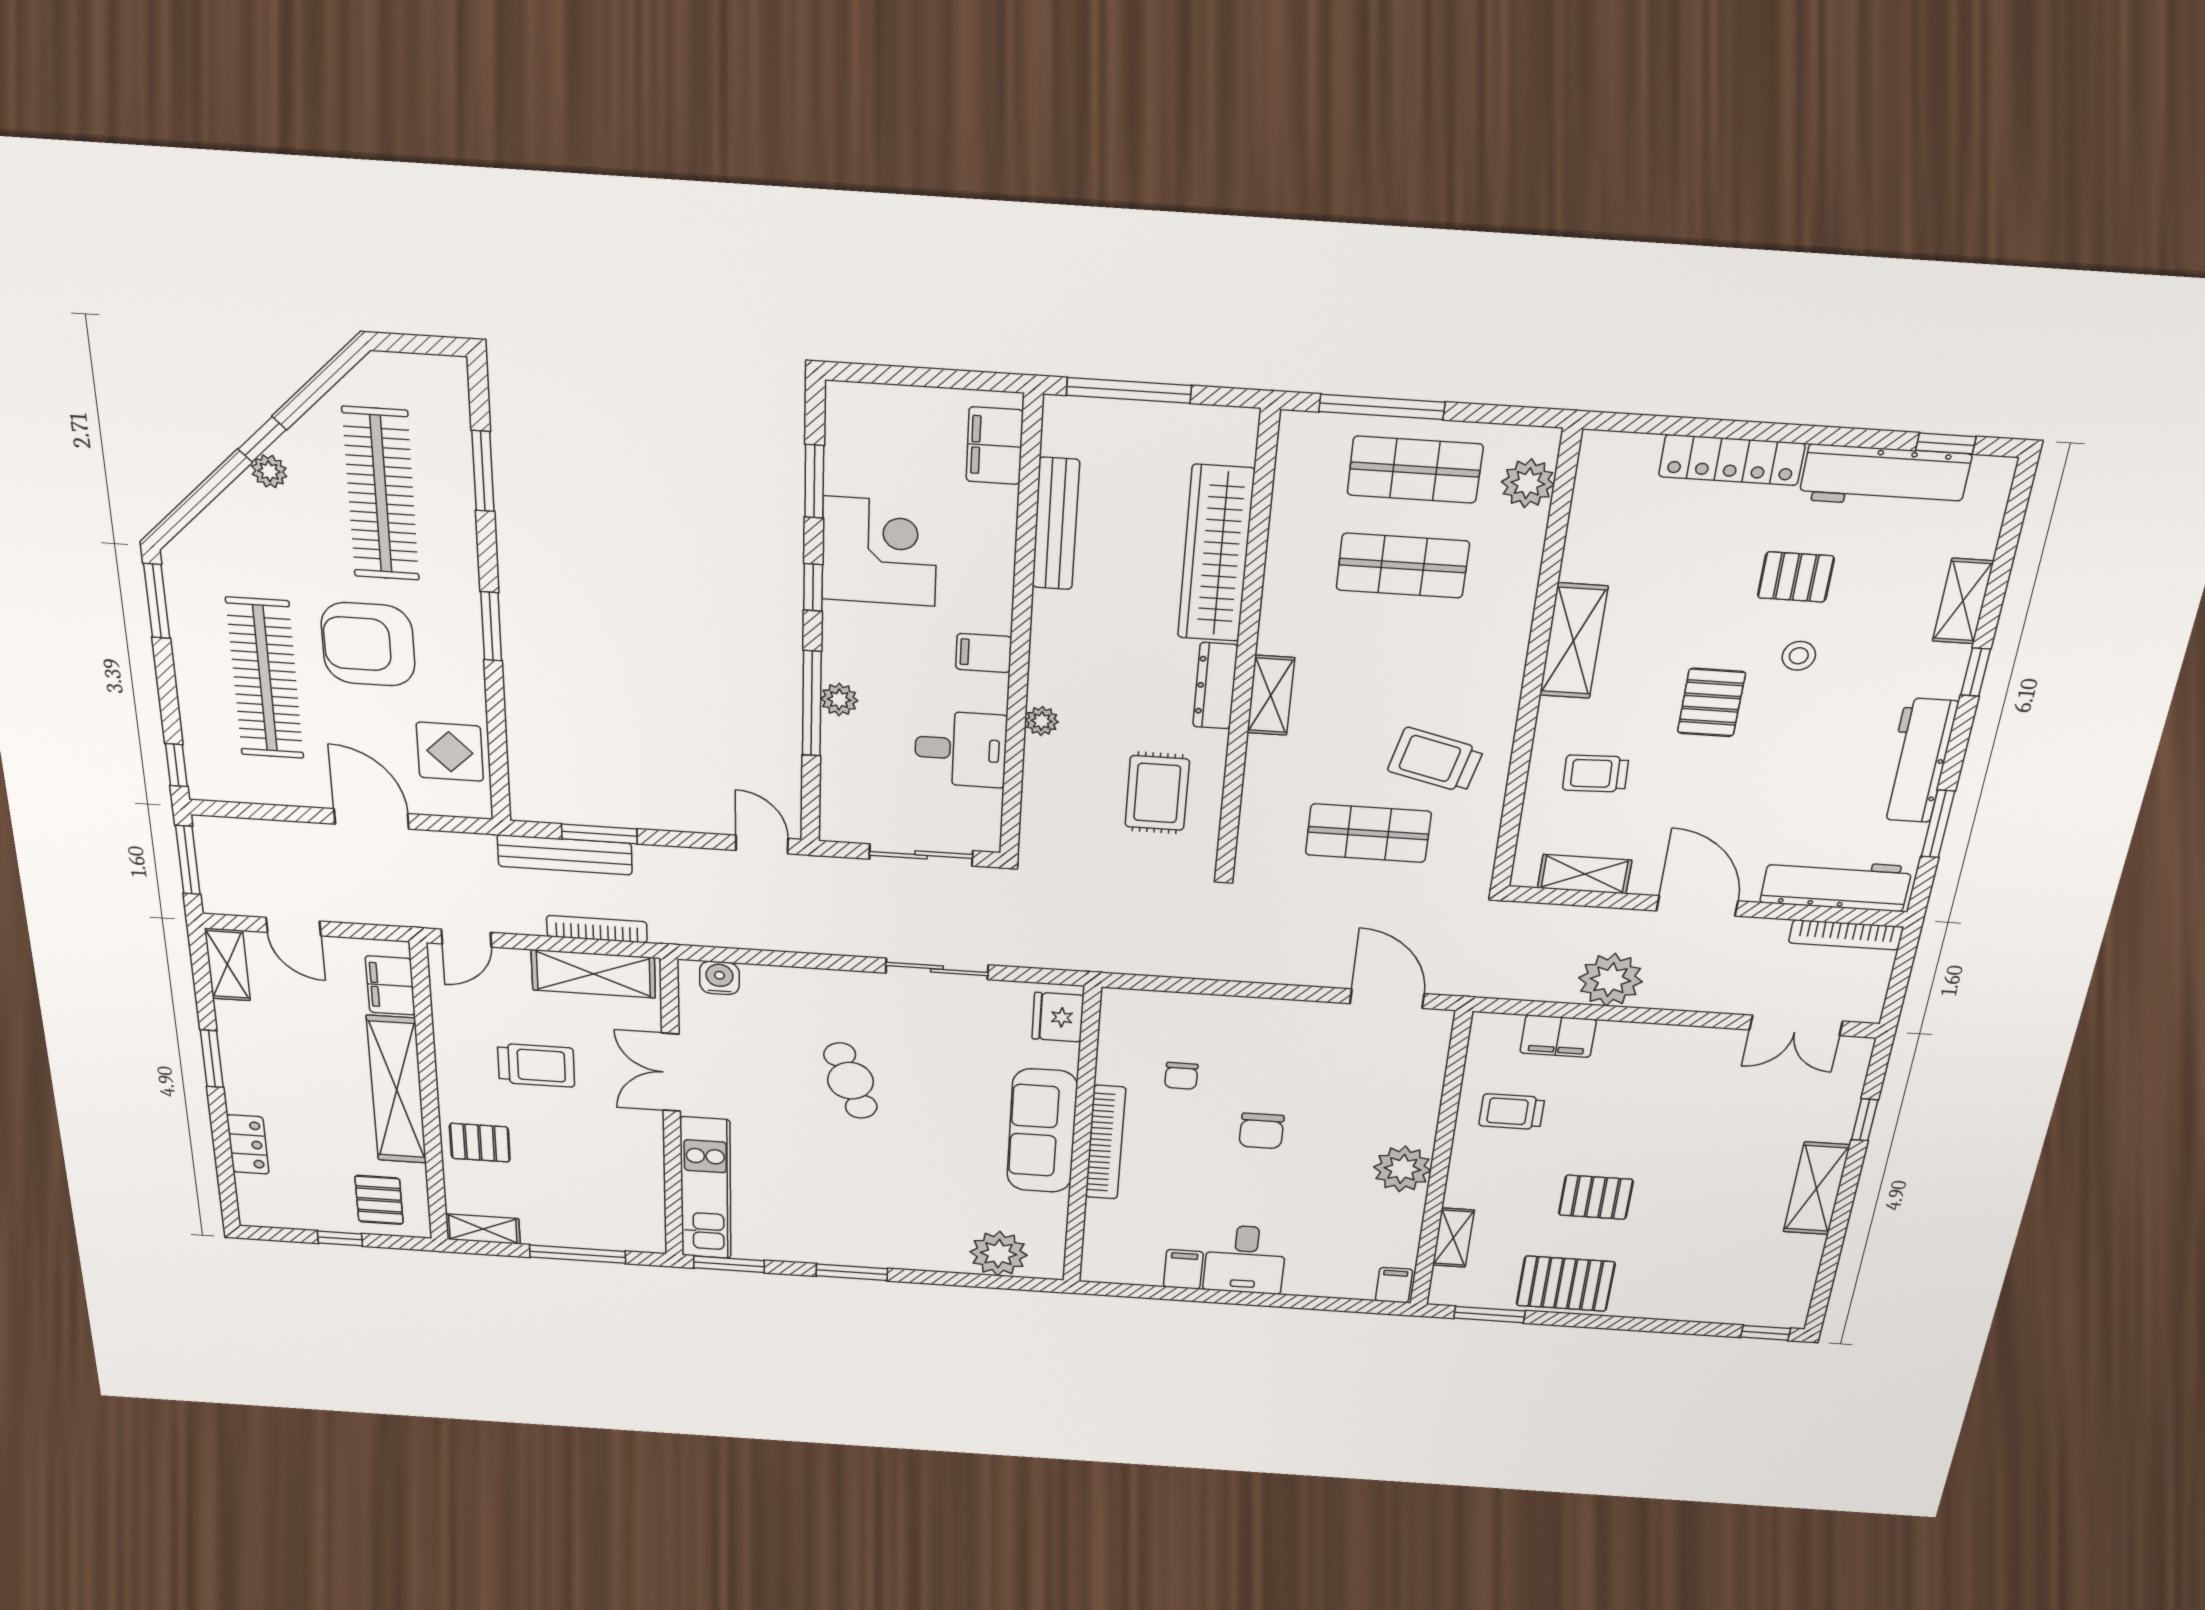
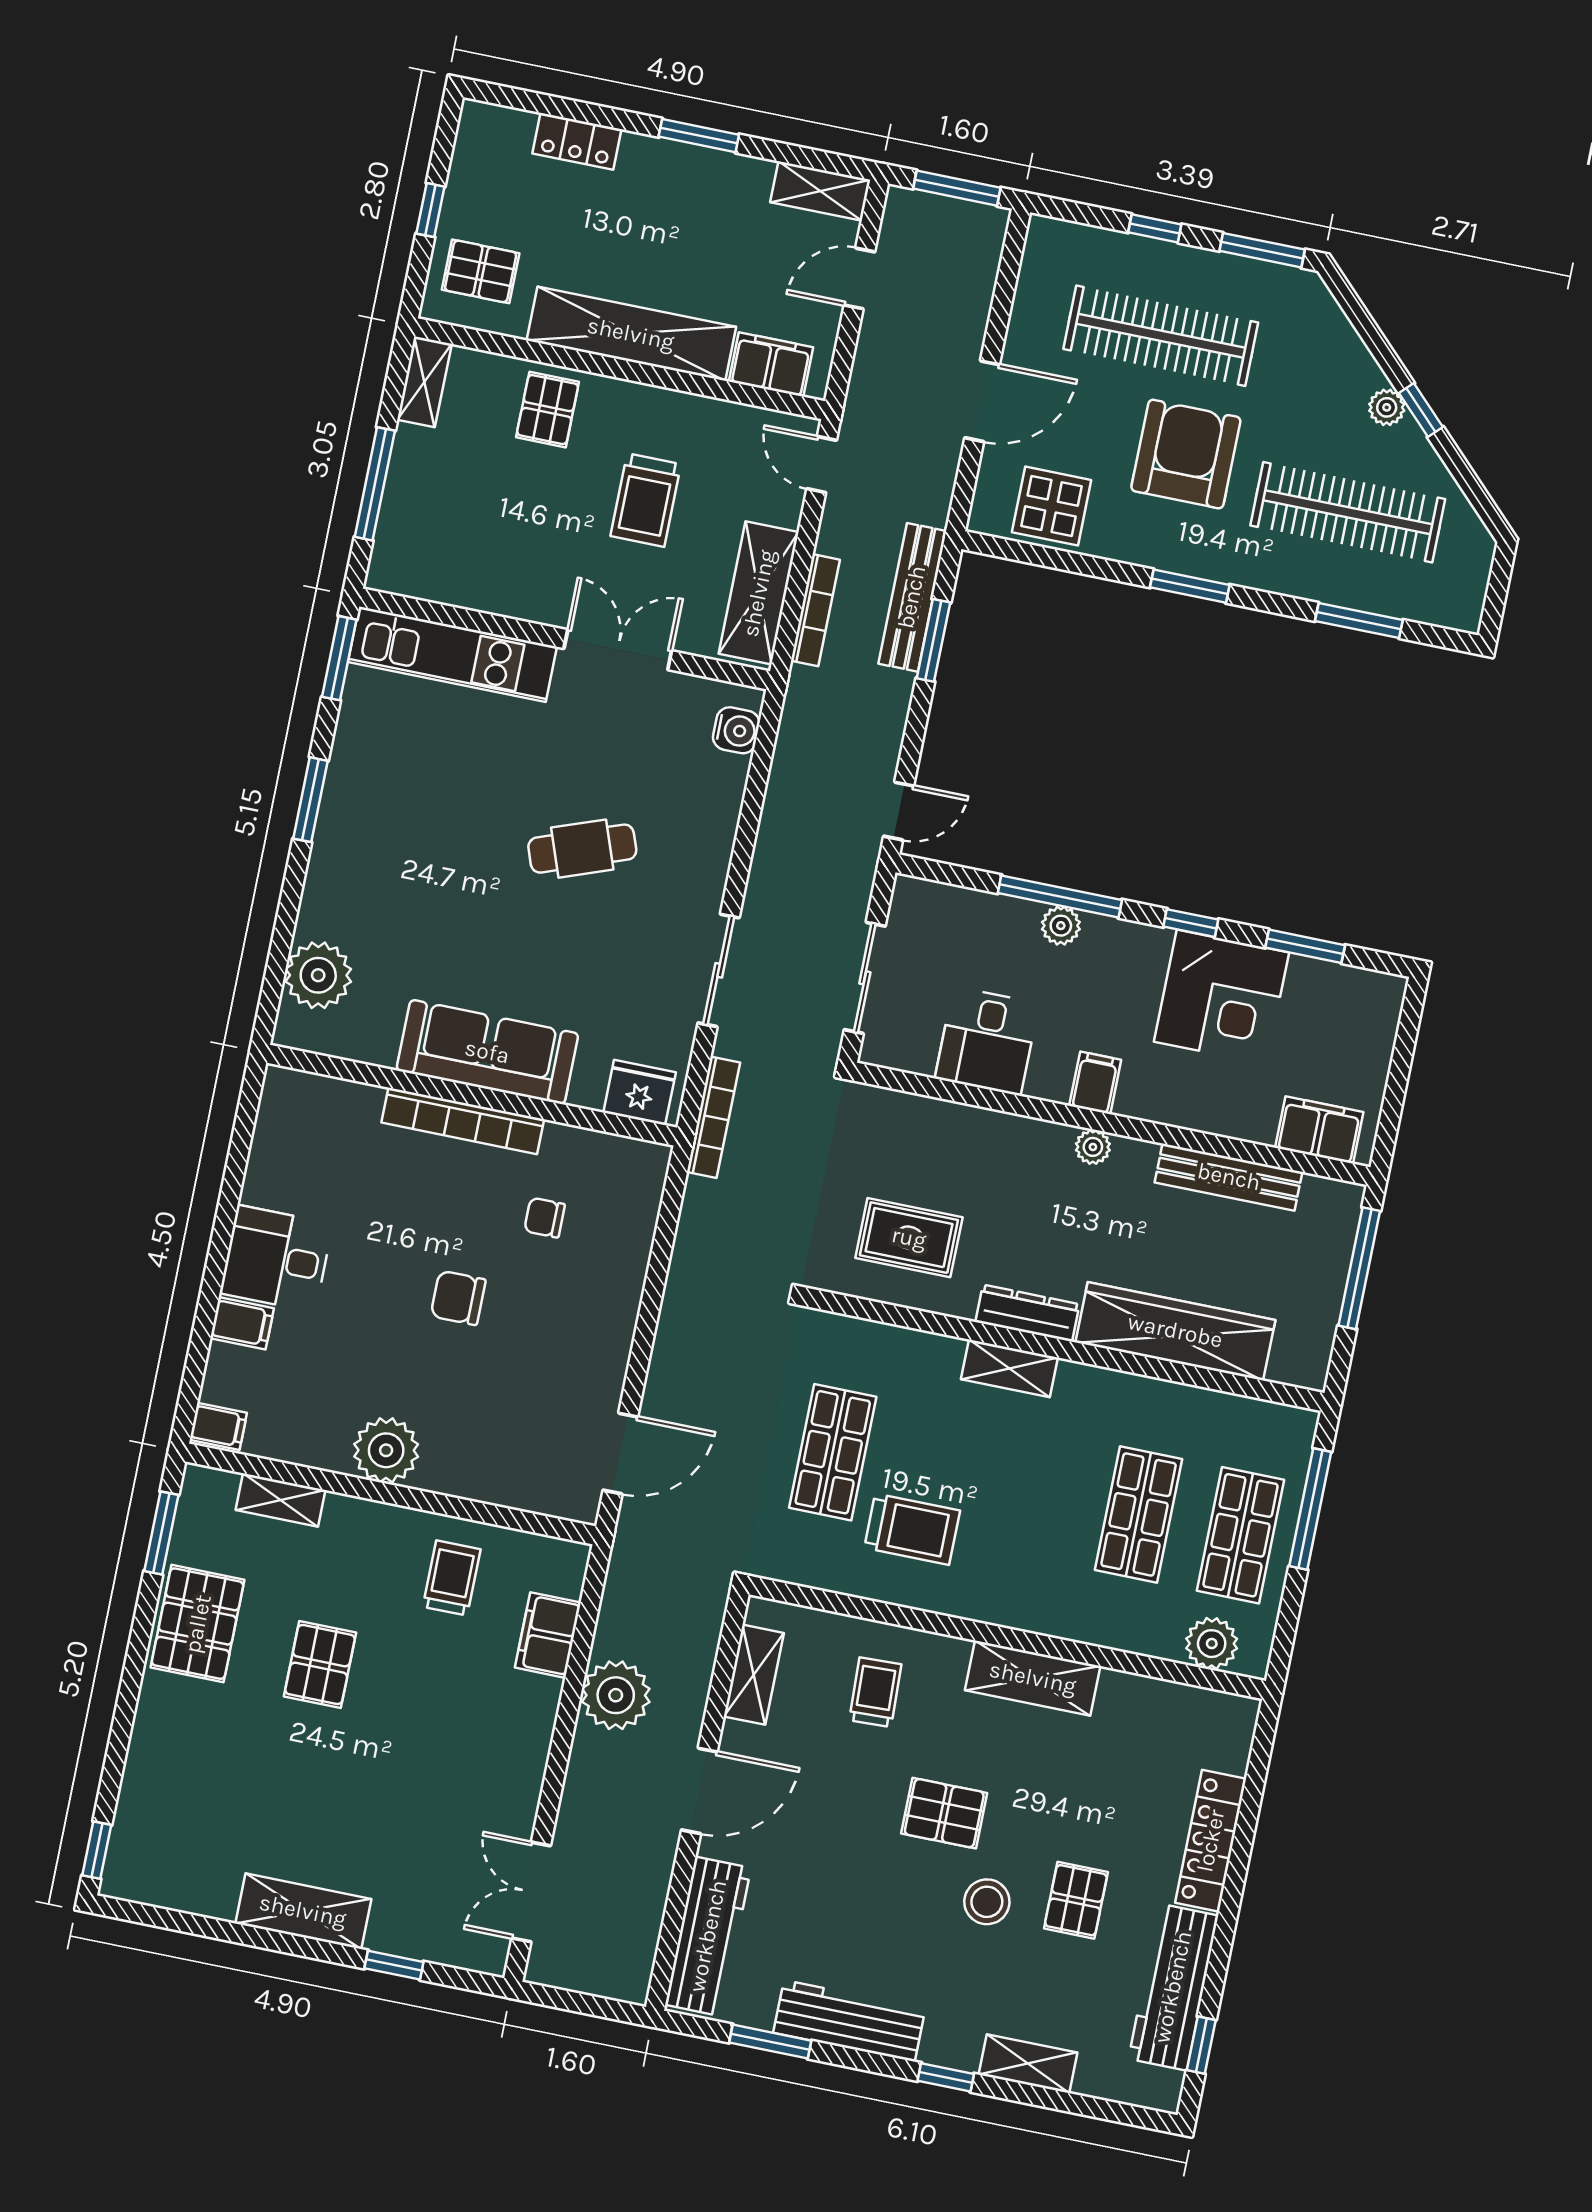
stool: (1799, 656) -> (987, 1902), width x1.37, depth x1.37
plant: (1042, 721) -> (1093, 1147), moved
trolley: (1435, 760) -> (912, 1529), turned 76
window: (176, 765) -> (1155, 228), moved
bookcase: (1846, 935) -> (713, 1117), moved, turned 180
filing cabinet: (1183, 1269) -> (242, 1323), moved

